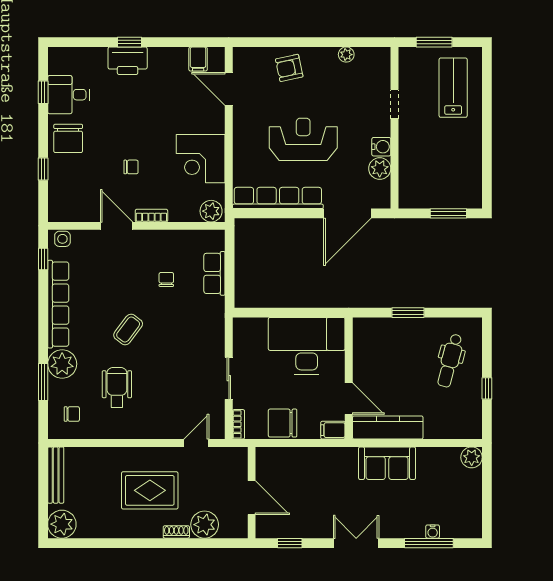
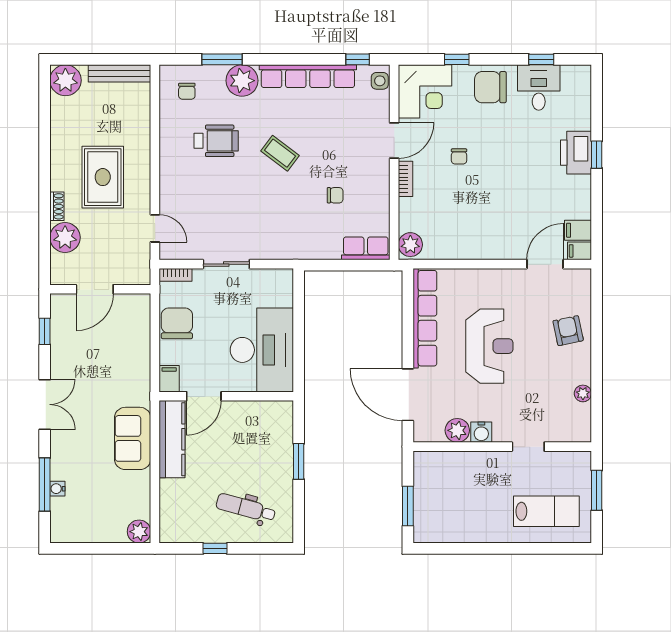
filing cabinet: (217, 58) -> (579, 251), added
corner desk: (201, 159) -> (425, 91), moved, turned 180
row of seats: (214, 273) -> (366, 248), moved

